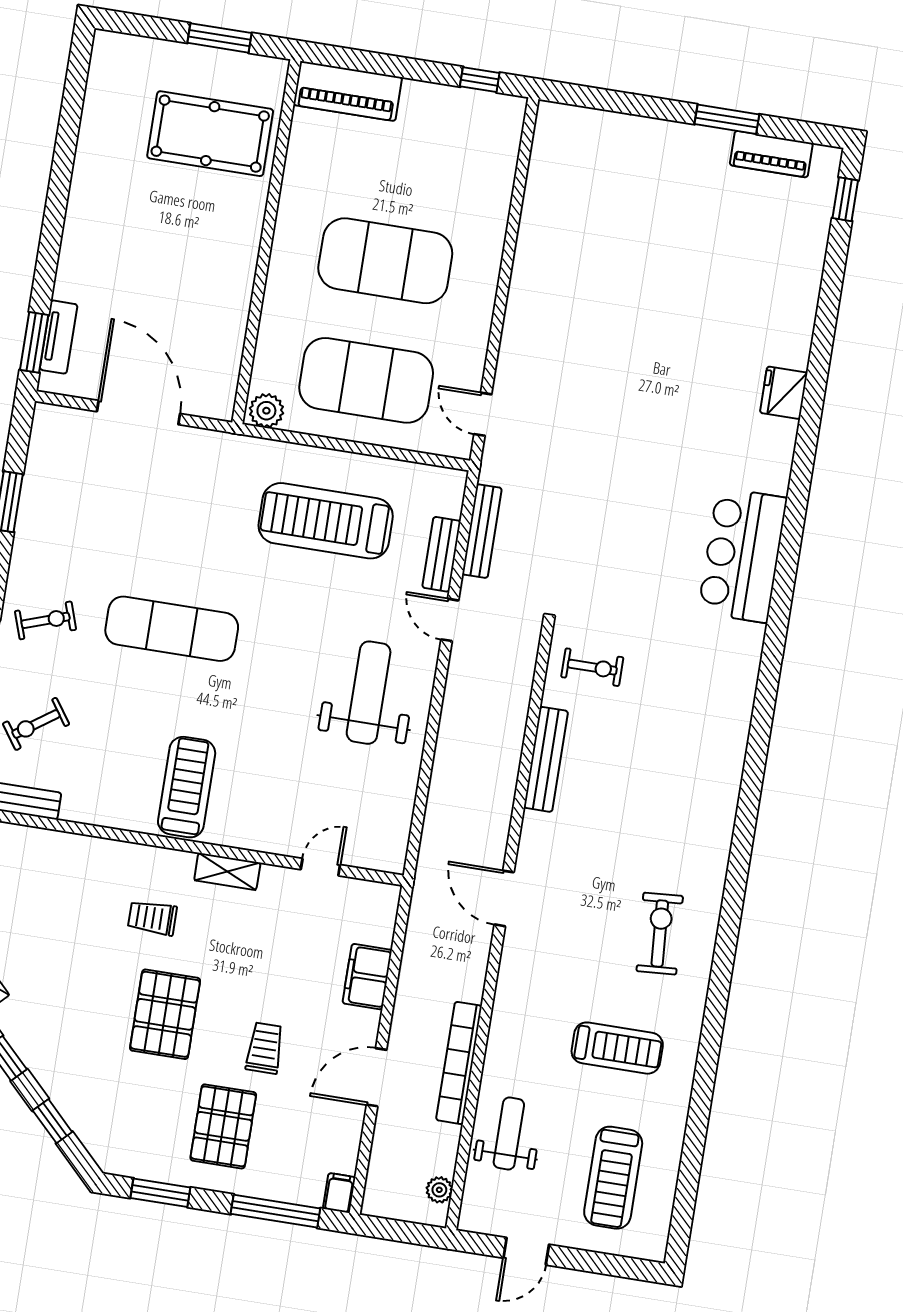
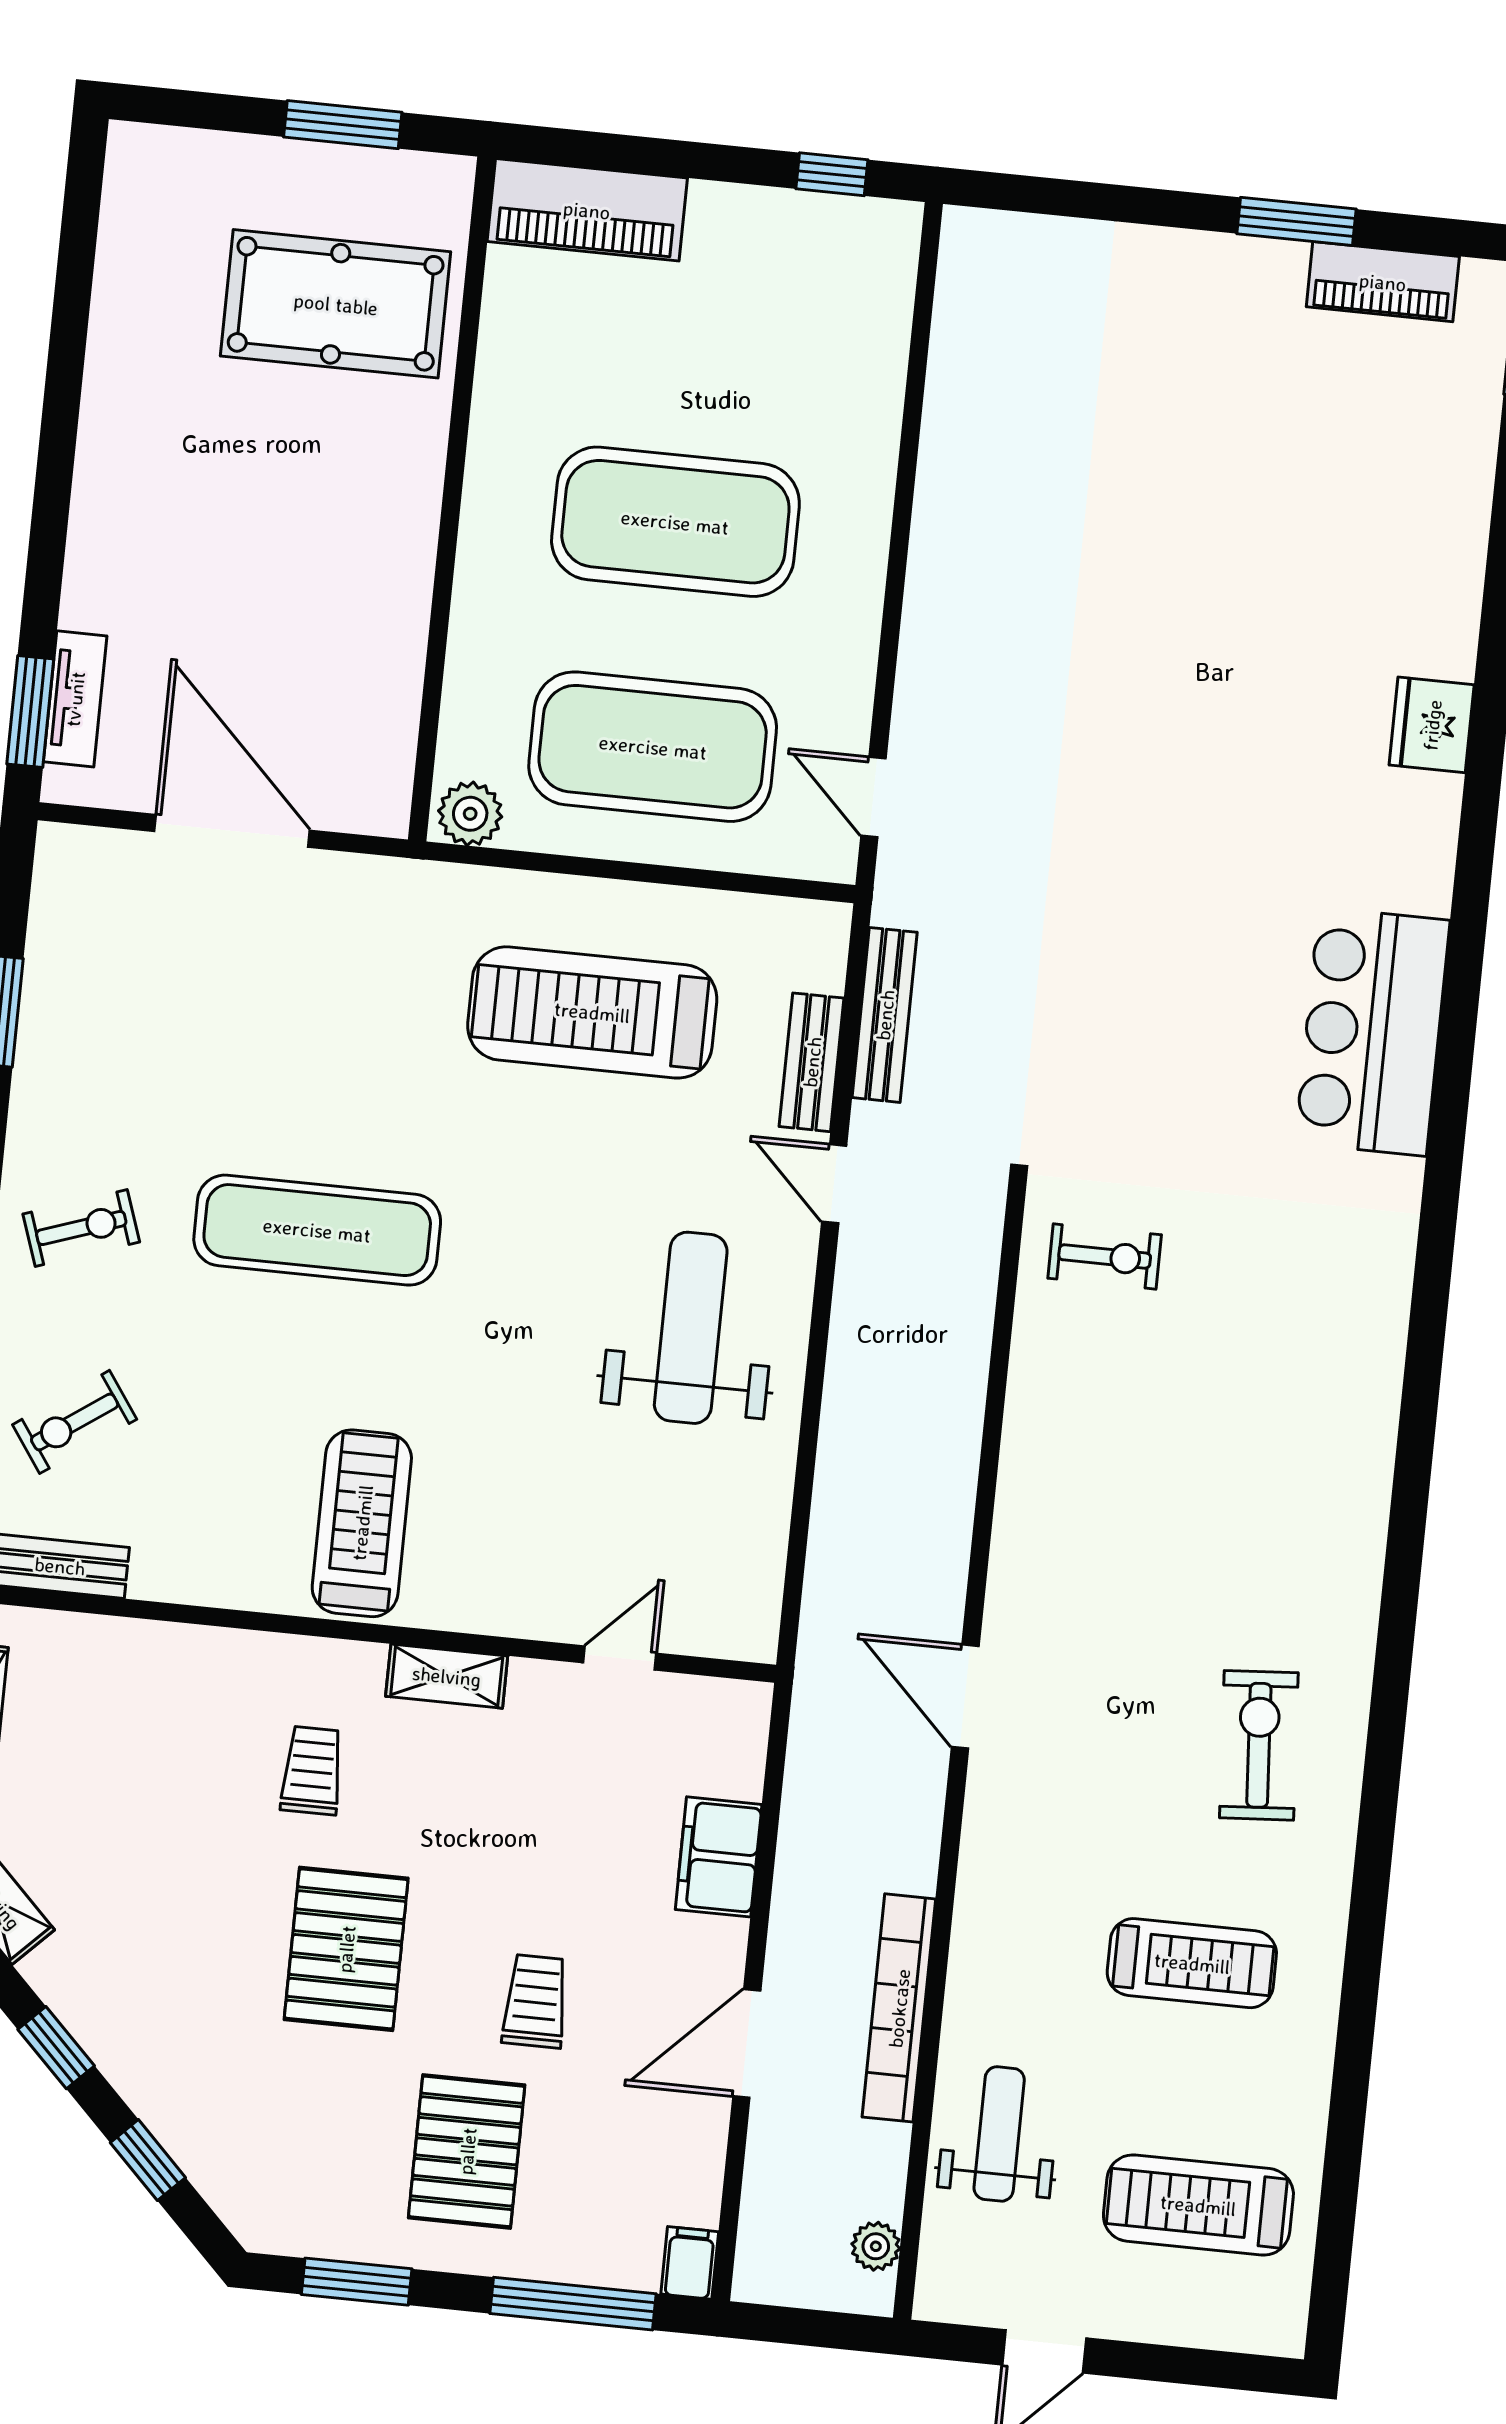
bench: (546, 759) -> (1028, 1433), removed
trolley: (152, 918) -> (312, 1771), turned 90
treadmill: (613, 1178) -> (1198, 2205), turned 90

